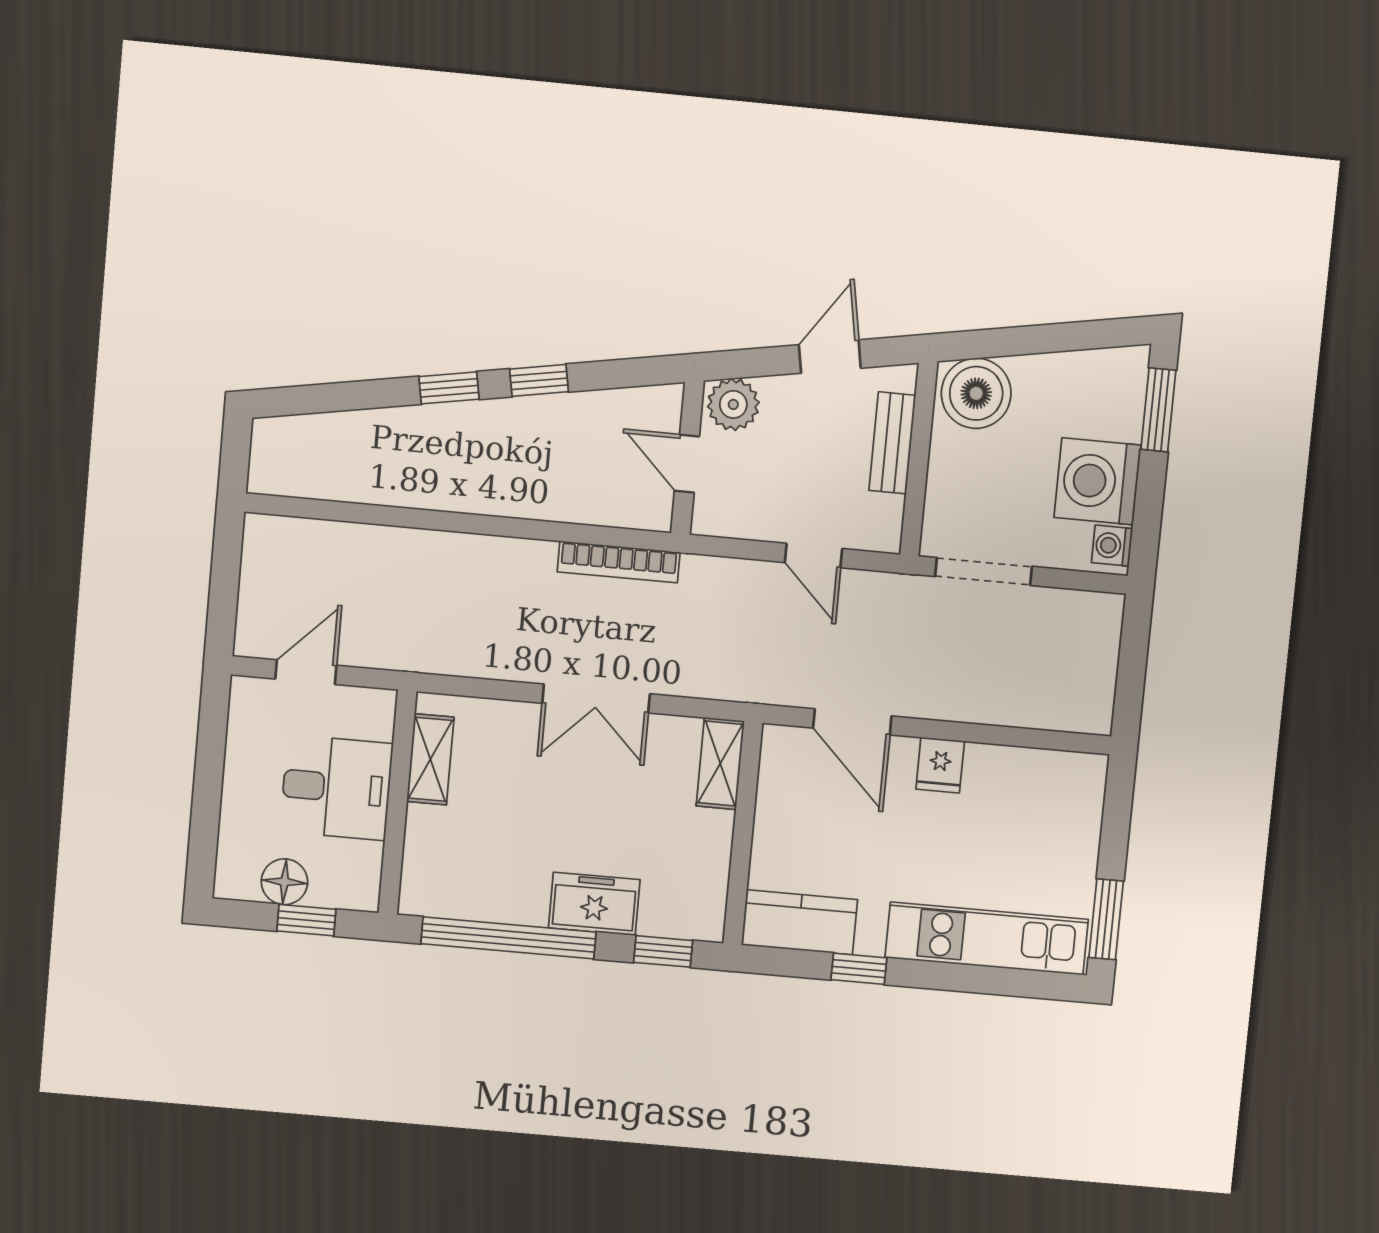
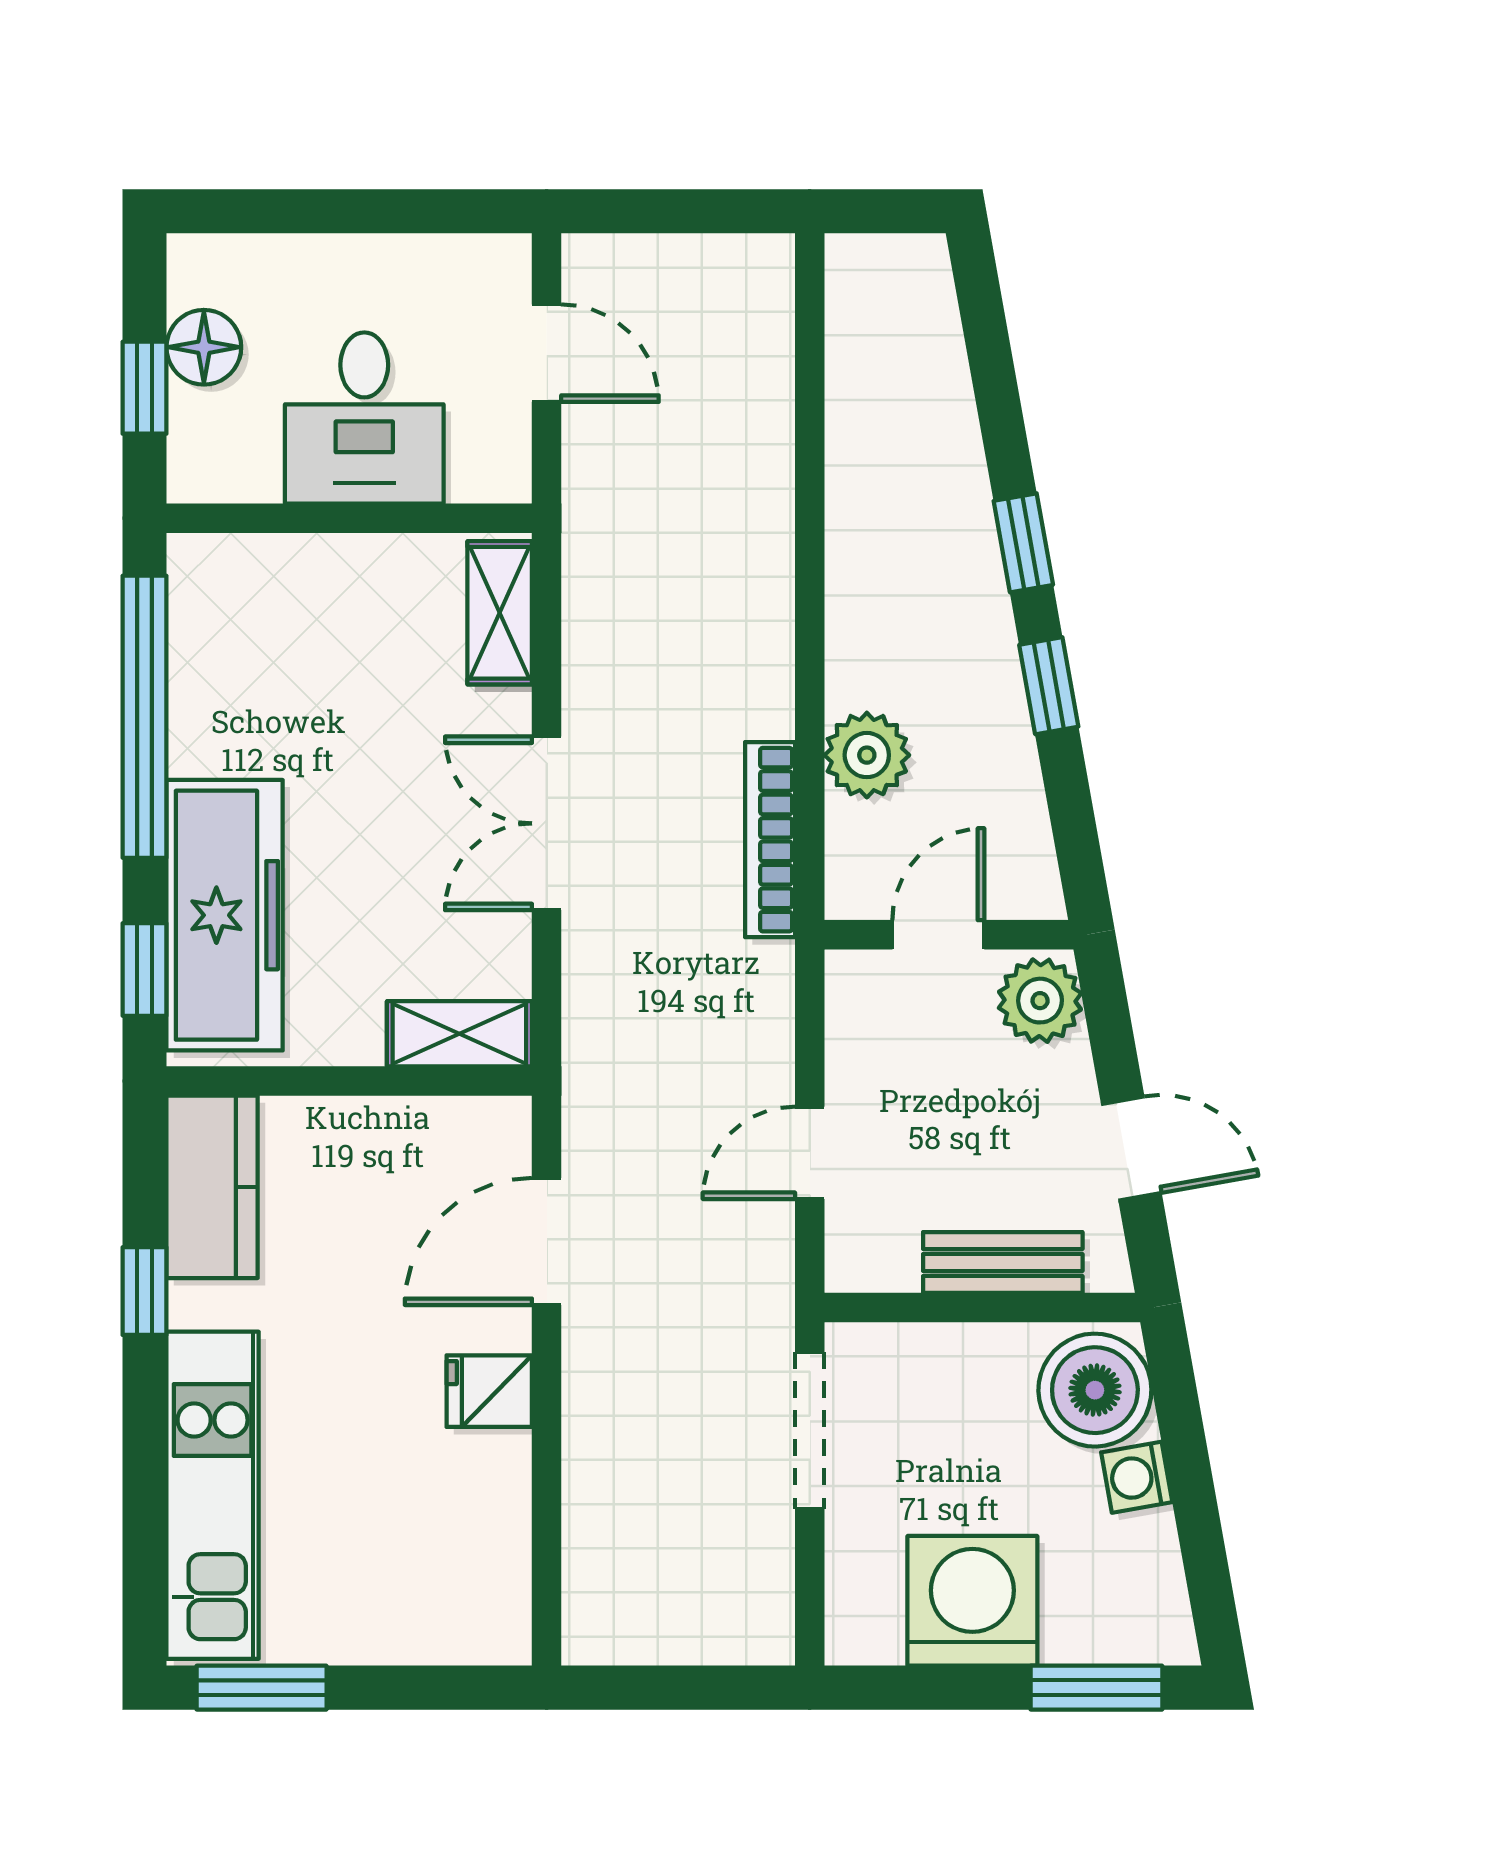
plant: (572, 497) -> (867, 755), added
washing machine: (1112, 546) -> (1137, 1477), moved, turned -100
shelving: (430, 759) -> (500, 613), moved, turned 90
freezer: (594, 904) -> (225, 915), width x1.91, depth x1.26

